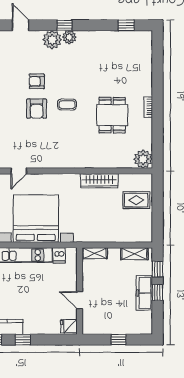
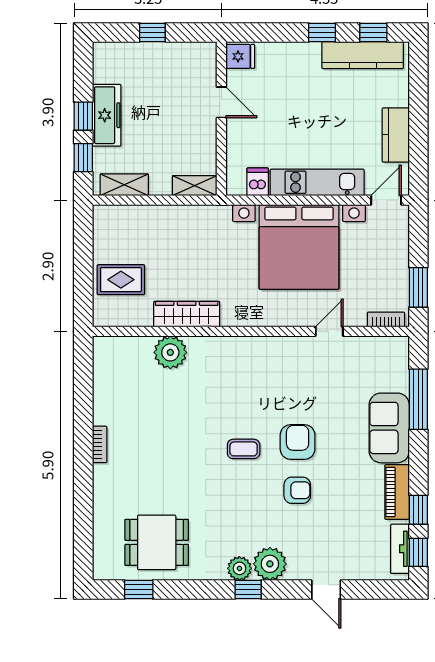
dining table: (112, 115) -> (157, 542), moved, turned 90
plant: (143, 159) -> (170, 352), moved

